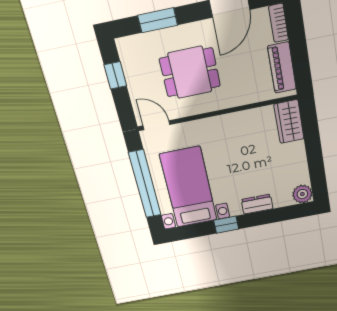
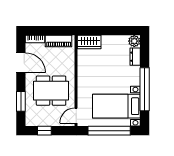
dining table: (190, 72) -> (51, 91), width x1.38
dresser: (257, 204) -> (135, 57), moved
window: (226, 225) -> (145, 89), width x3.17

